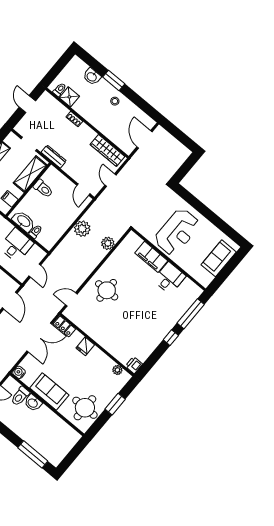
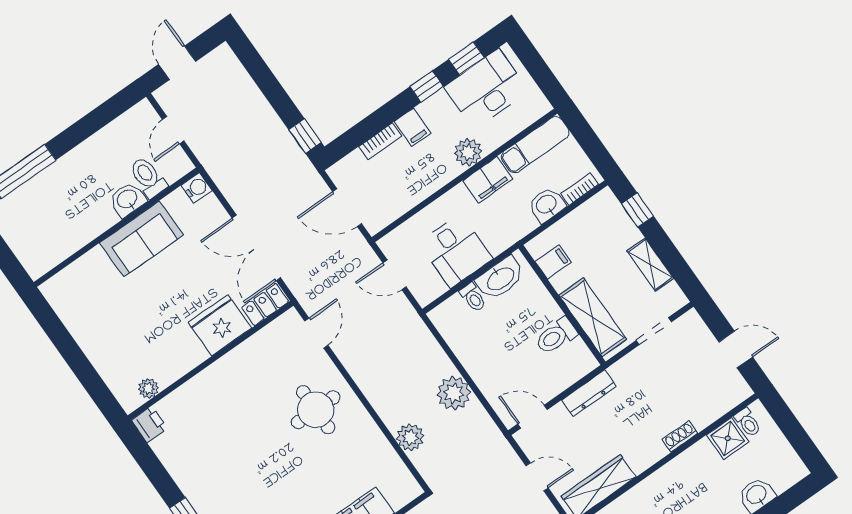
dresser: (54, 157) -> (589, 393), moved
fridge: (85, 346) -> (220, 325), width x1.88, depth x1.34
window: (115, 404) -> (80, 365), removed
round table: (85, 408) -> (89, 302), removed

